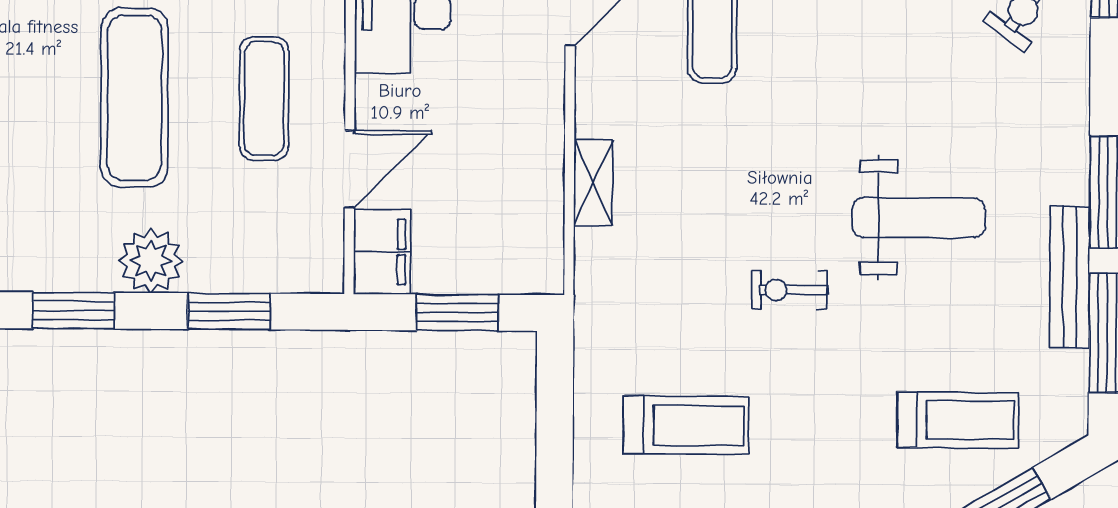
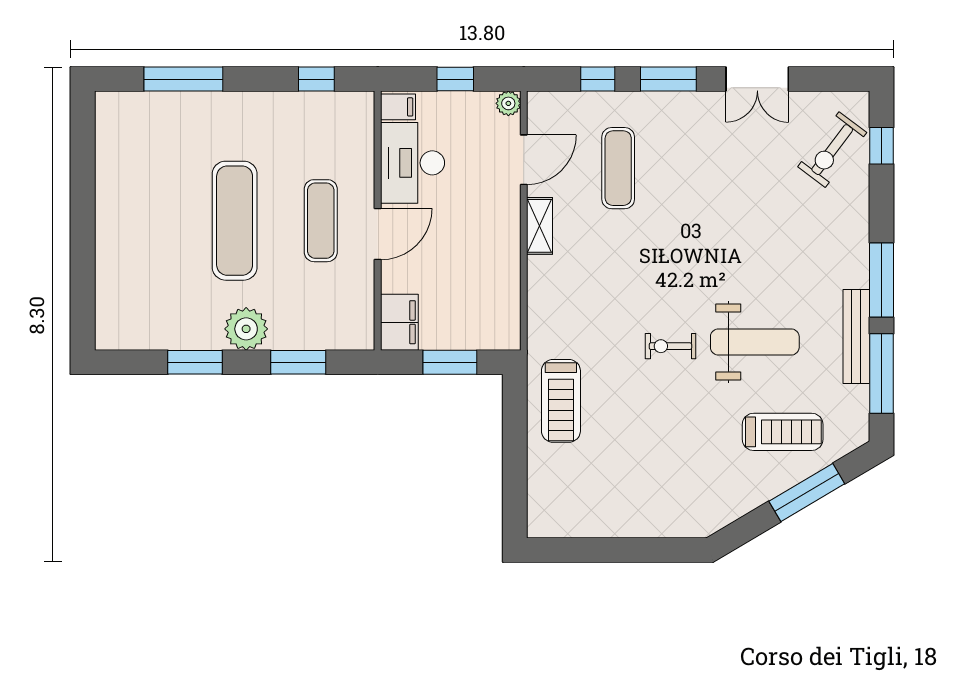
door: (350, 169) -> (378, 234), moved
shelving: (593, 183) -> (540, 226), moved
weight bench: (919, 218) -> (755, 342), moved
treadmill: (686, 425) -> (561, 401), moved, turned 90

